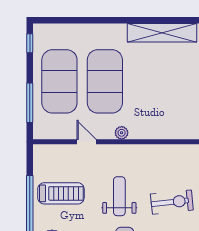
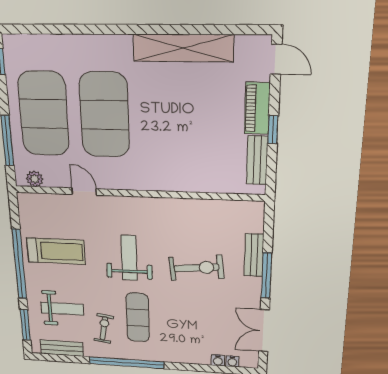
plant: (122, 133) -> (35, 179), moved

